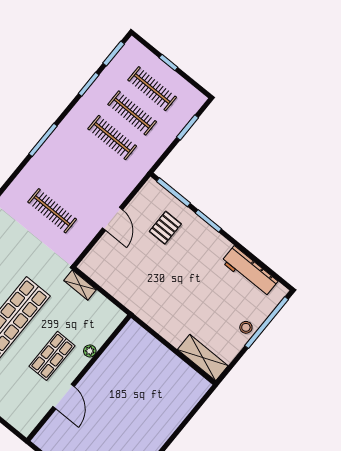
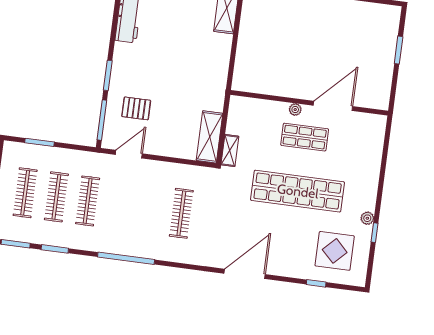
window: (43, 140) -> (126, 258), width x1.46
door: (113, 219) -> (129, 154), moved
shelving: (102, 275) -> (210, 137), added
plant: (90, 351) -> (295, 110), moved
door: (64, 396) -> (333, 106), width x1.36

